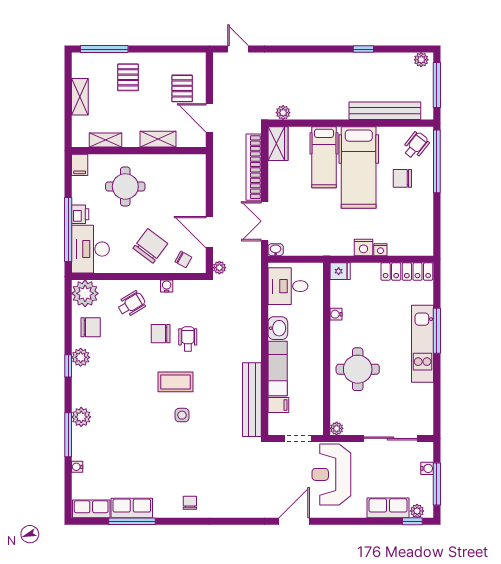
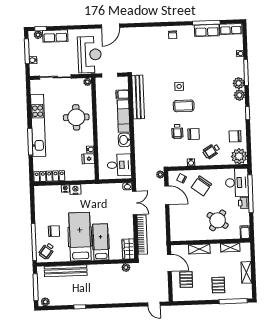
round table: (125, 186) -> (218, 220), turned 36
fridge: (340, 271) -> (88, 159), moved
kitchen unit: (423, 344) -> (38, 125), width x1.36
plant: (81, 357) -> (239, 95), moved

